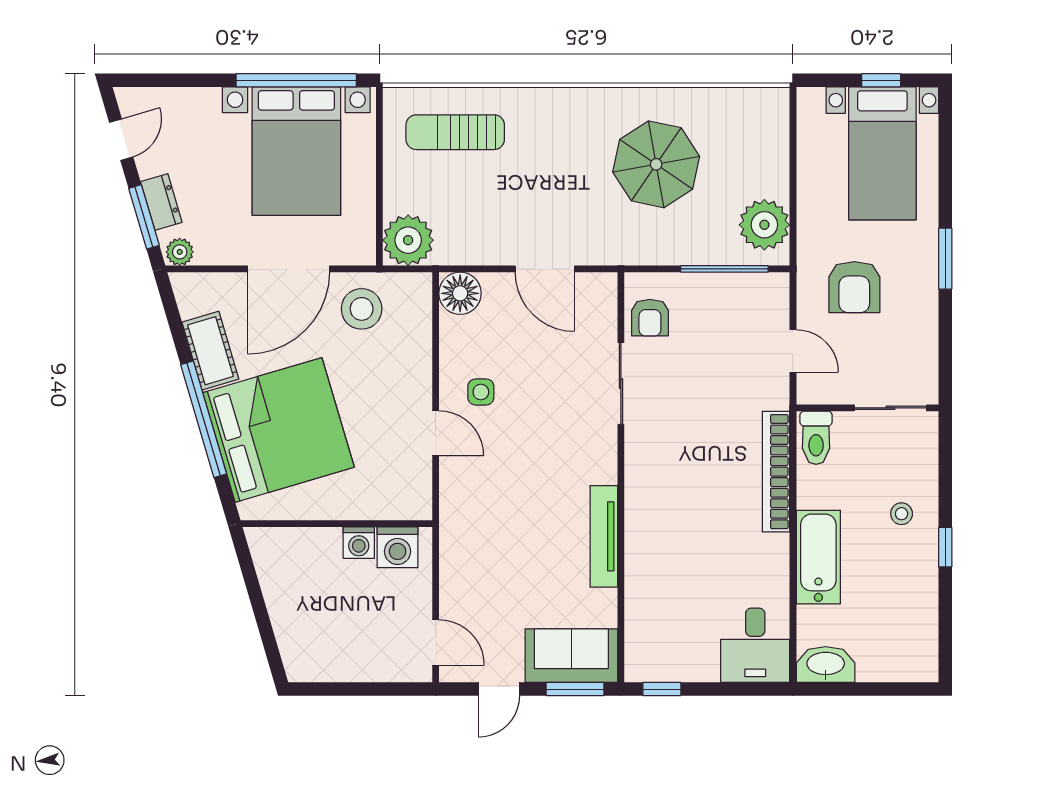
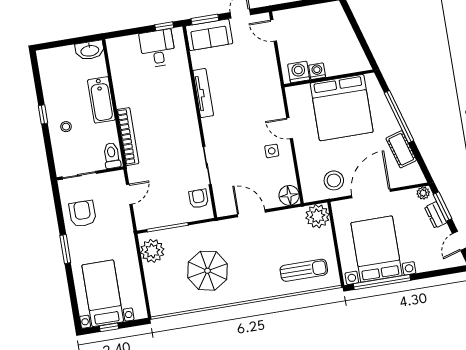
armchair: (854, 287) -> (83, 214), moved
door: (793, 351) -> (129, 194), swing flipped
bed: (278, 430) -> (342, 108), moved, turned -74
desk: (755, 645) -> (158, 48), moved

